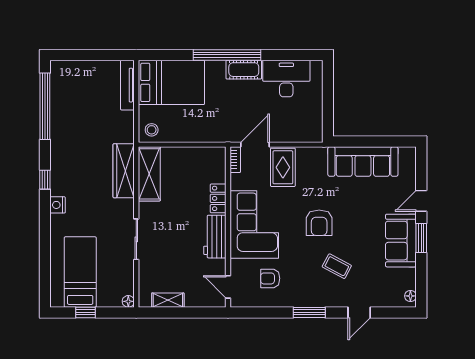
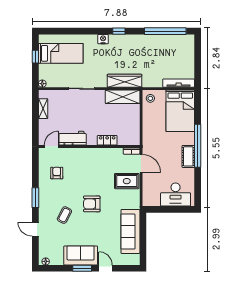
desk: (286, 78) -> (176, 195), moved, turned 90
corner sofa: (254, 224) -> (91, 163), removed
workbench: (215, 237) -> (73, 138), moved

